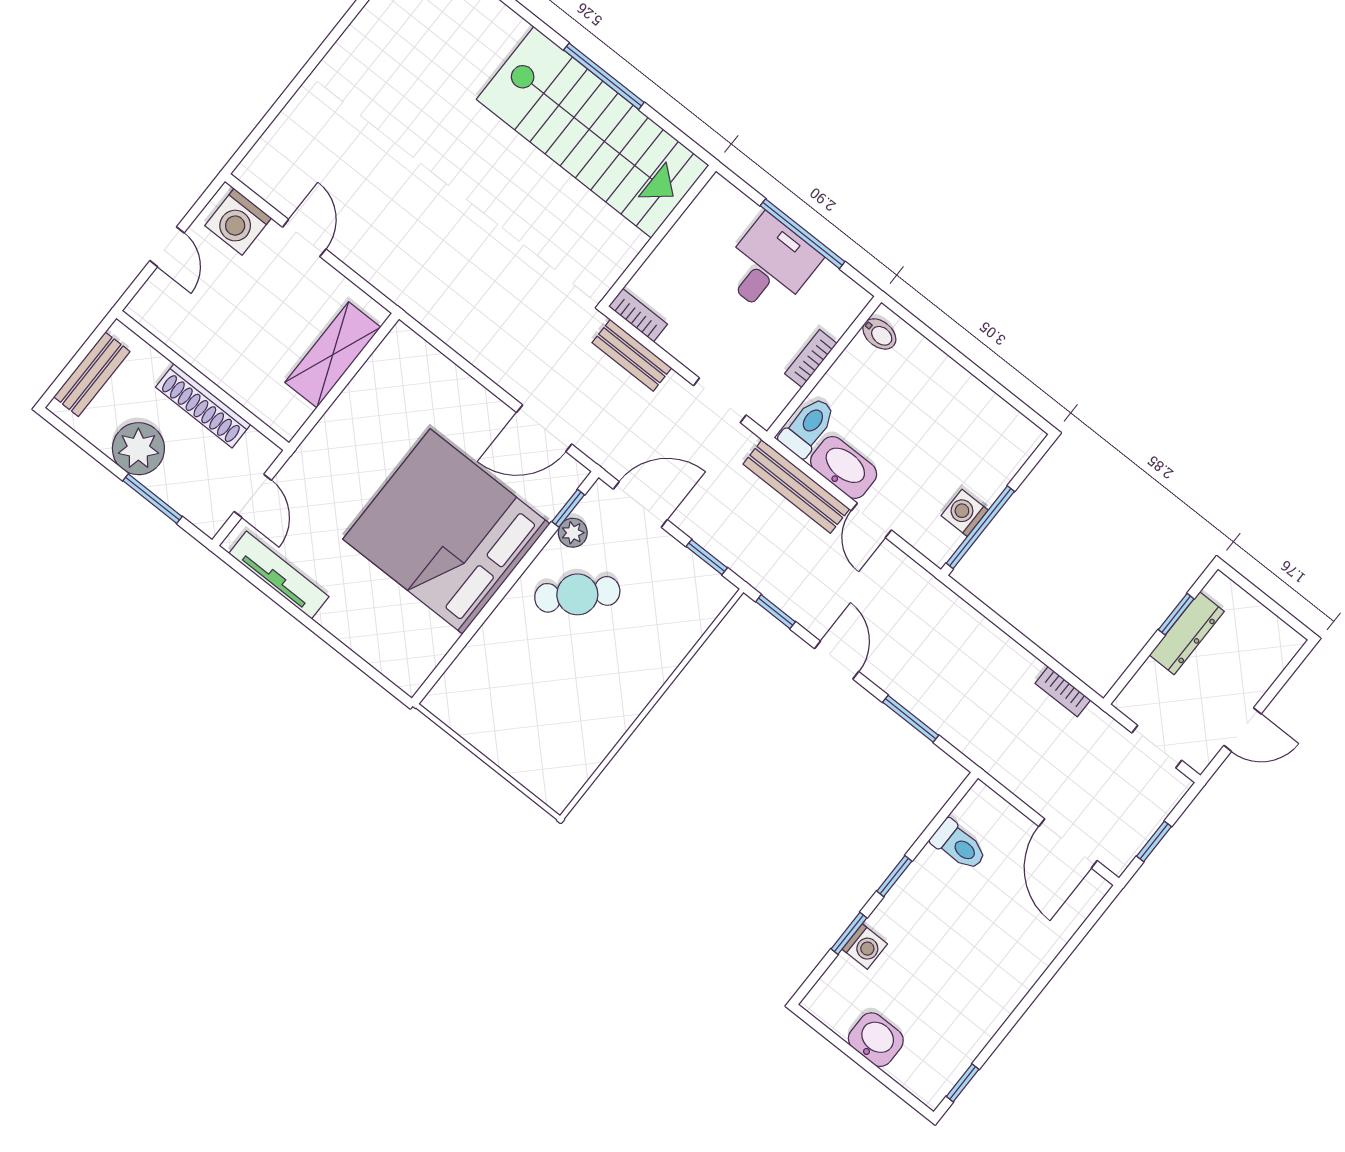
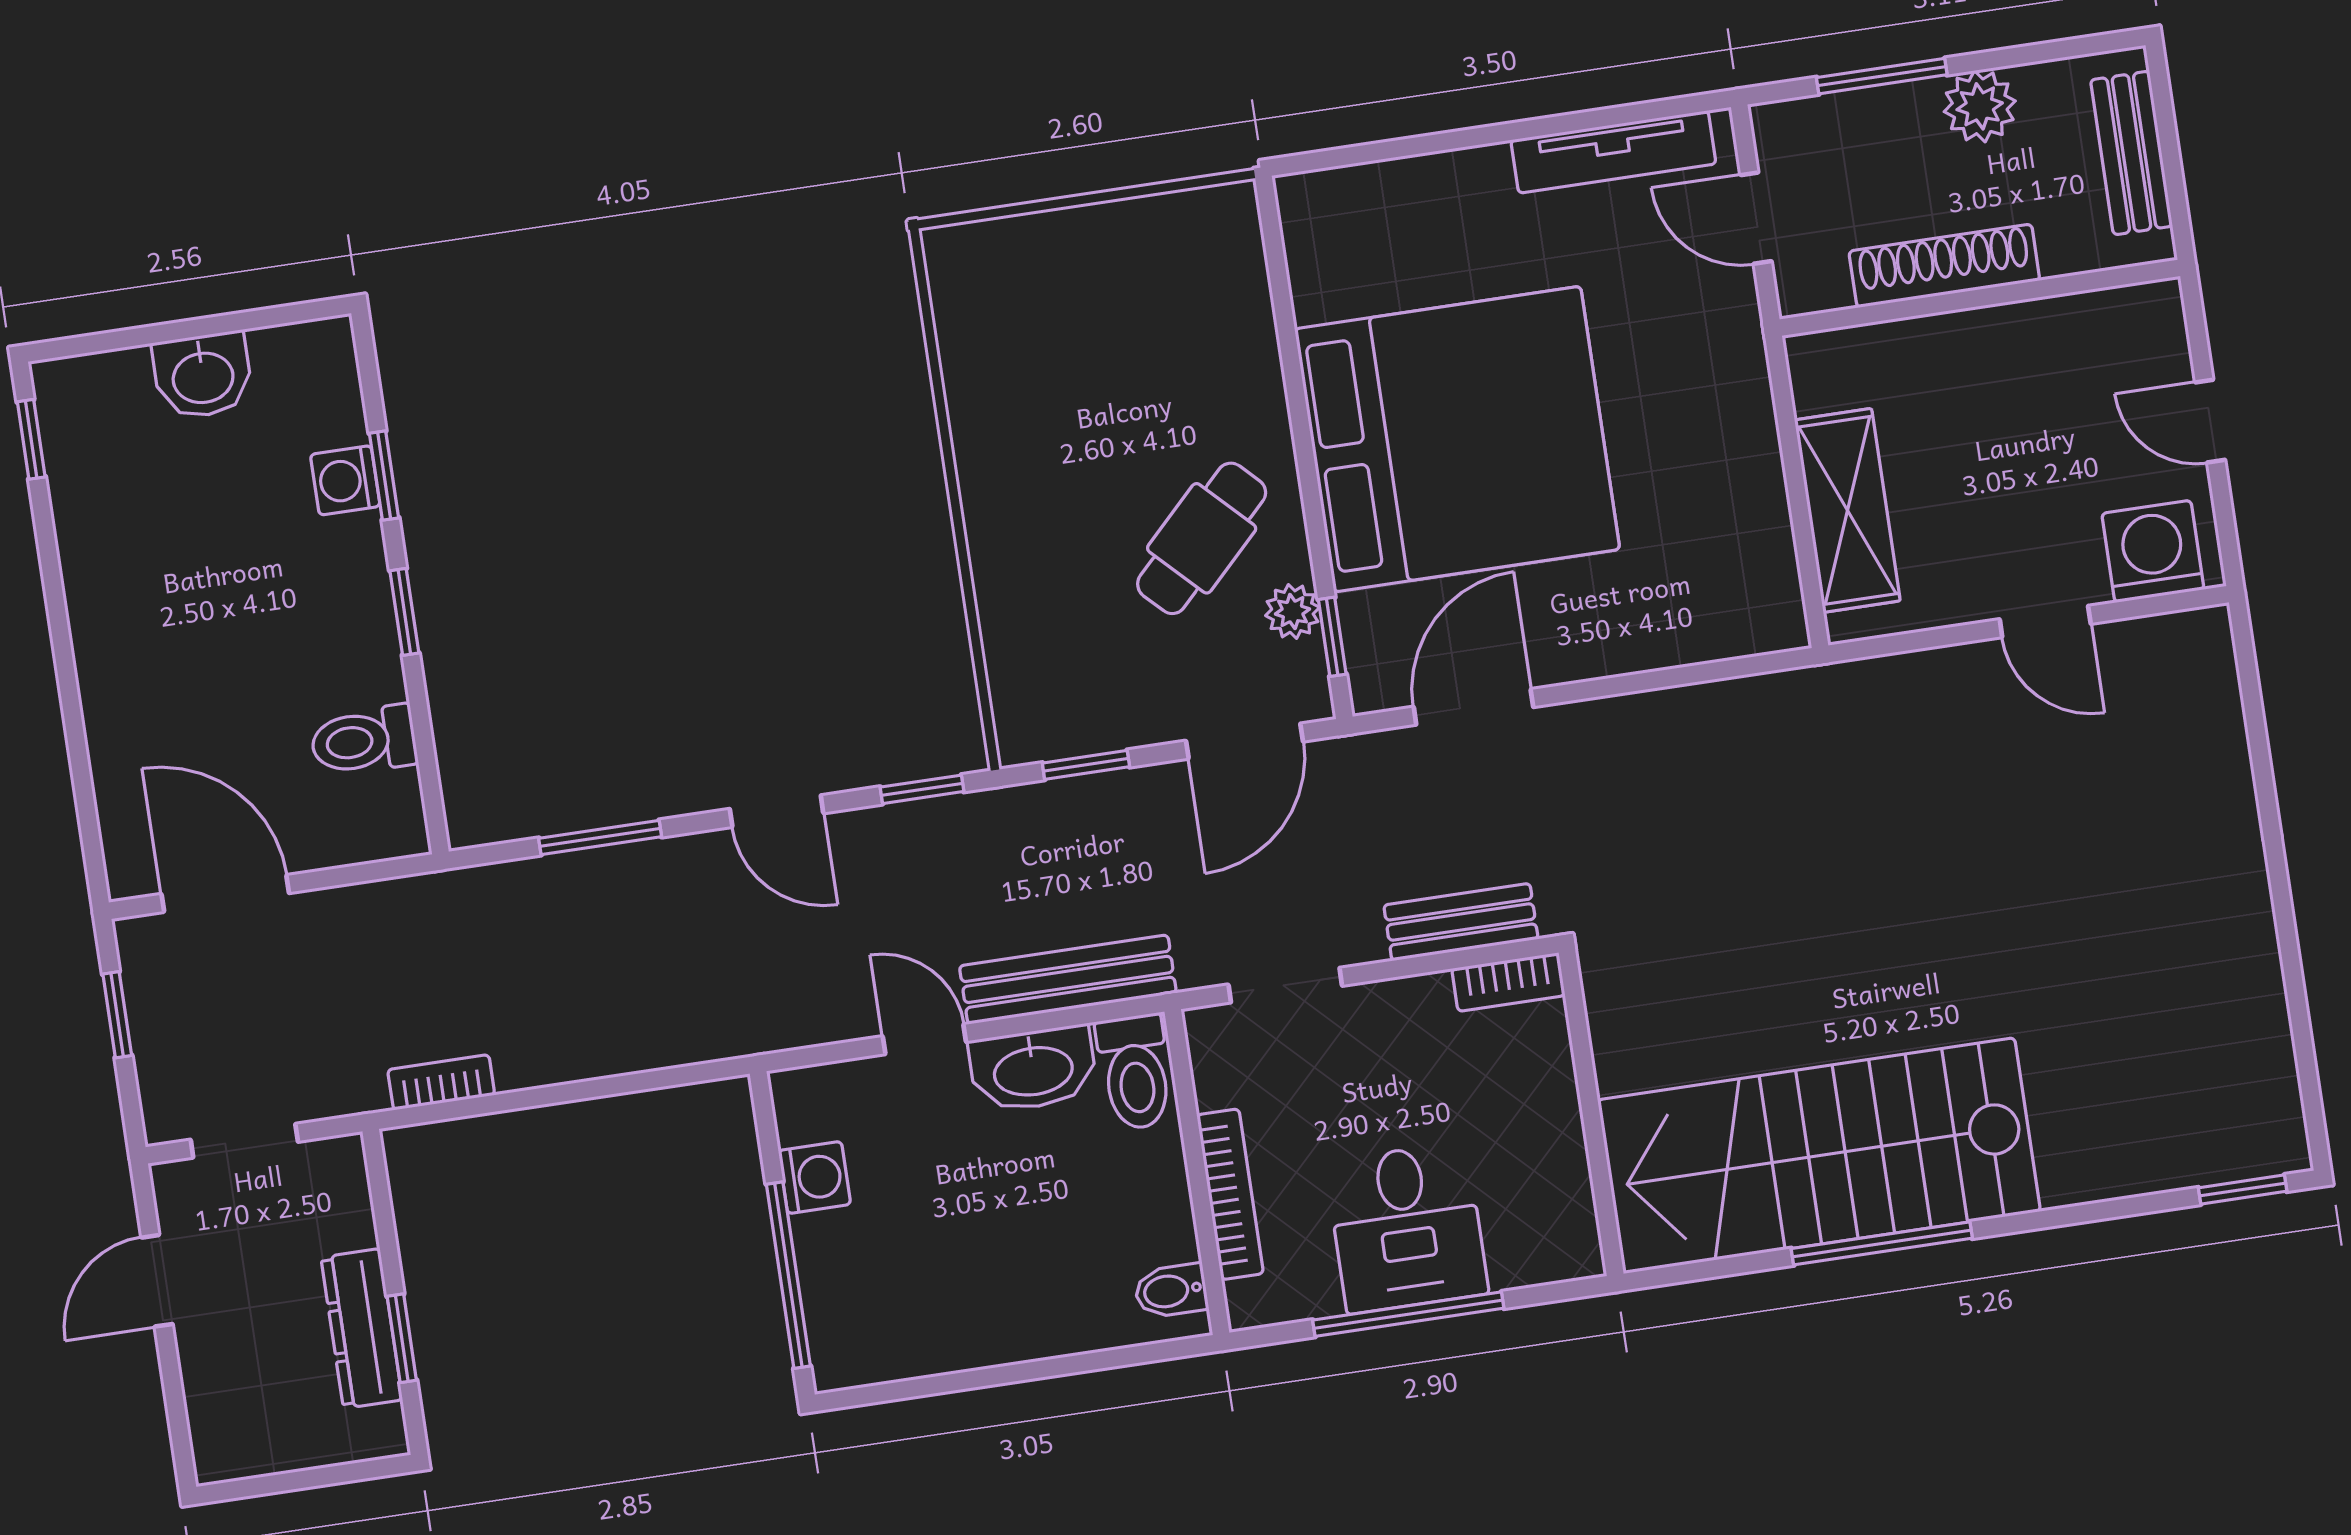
bookcase: (811, 358) -> (1230, 1194), width x1.56
plant: (138, 449) -> (1980, 106), width x0.73, depth x0.73
window: (980, 527) -> (788, 1275), moved

